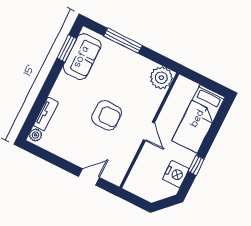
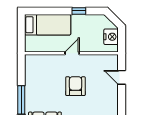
plant: (161, 78) -> (33, 63), removed
nightstand: (176, 174) -> (111, 37), moved, turned 90

